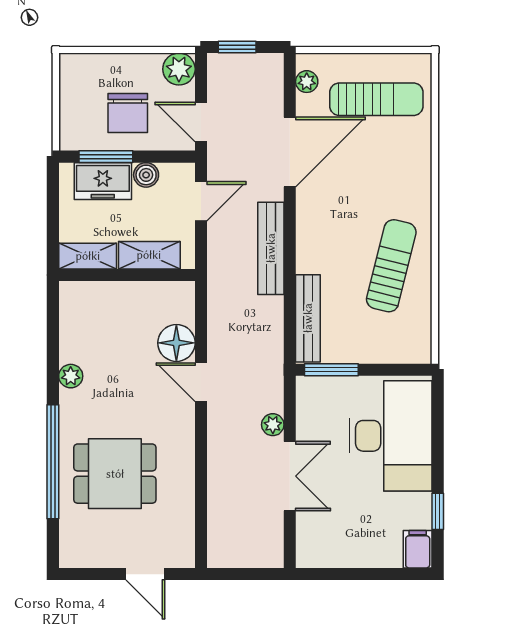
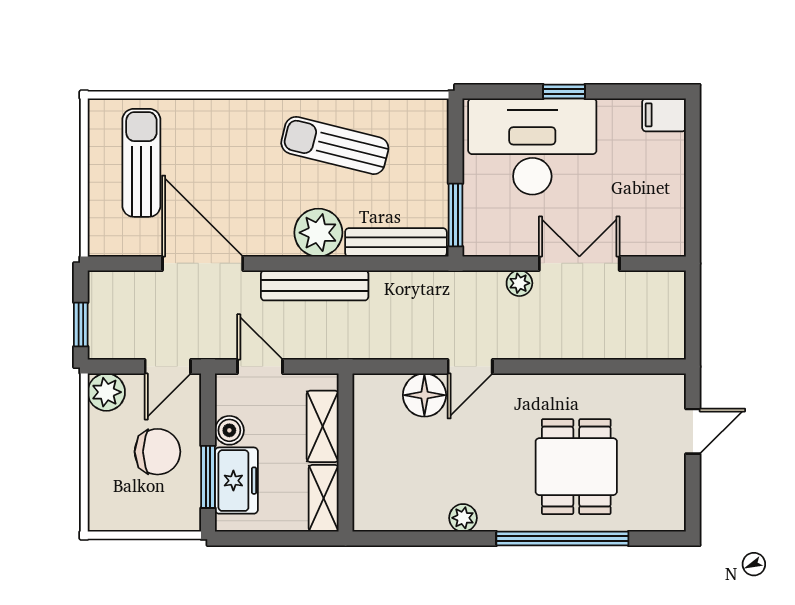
plant: (307, 82) -> (318, 233), moved, width x1.88, depth x1.88
window: (438, 511) -> (564, 92), moved

